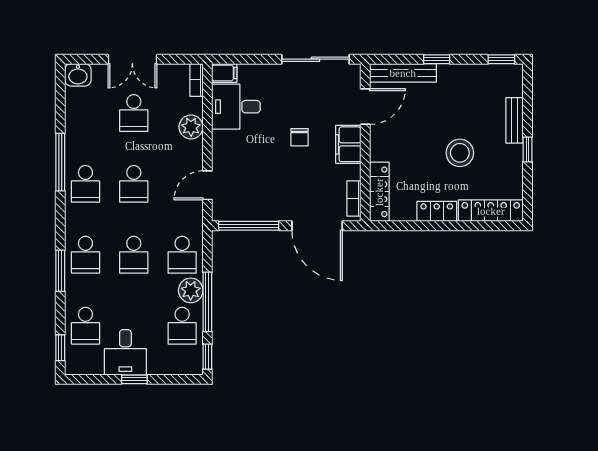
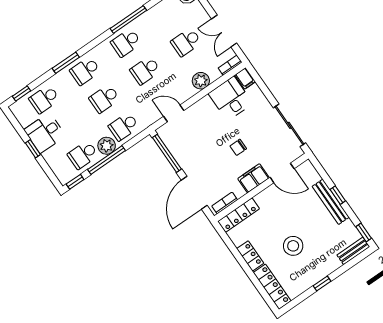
double door: (132, 59) -> (224, 31), moved
bench: (403, 73) -> (331, 202), moved
bench: (514, 120) -> (353, 251), moved

